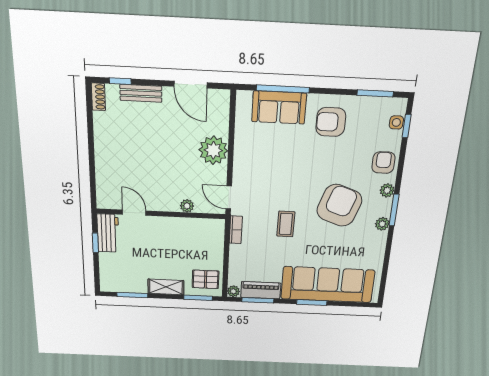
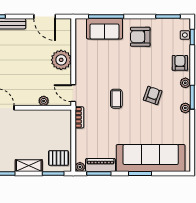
armchair: (339, 205) -> (153, 95), width x0.53, depth x0.53
coffee table: (286, 224) -> (116, 99), moved

